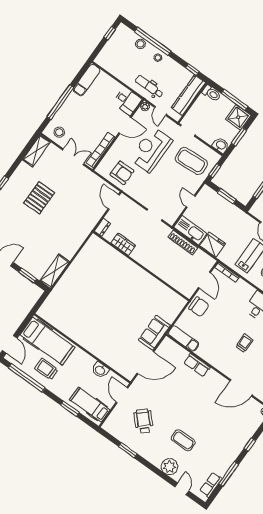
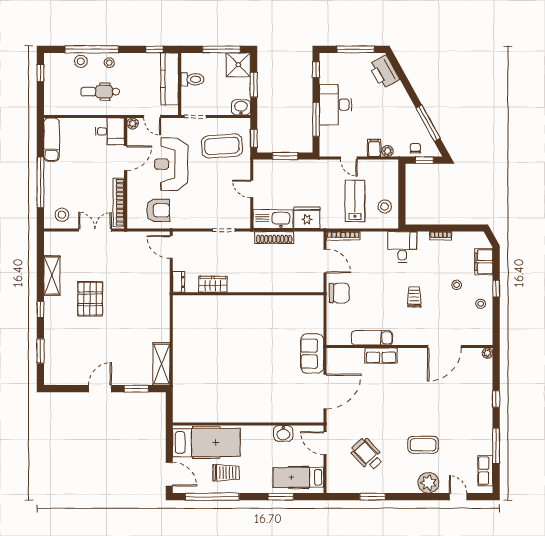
dental chair: (149, 87) -> (100, 92), moved
toilet: (212, 93) -> (192, 79), moved
shelving: (36, 151) -> (52, 276), moved
exam couch: (184, 339) -> (372, 338), moved
trolley: (46, 369) -> (226, 473), turned 180

